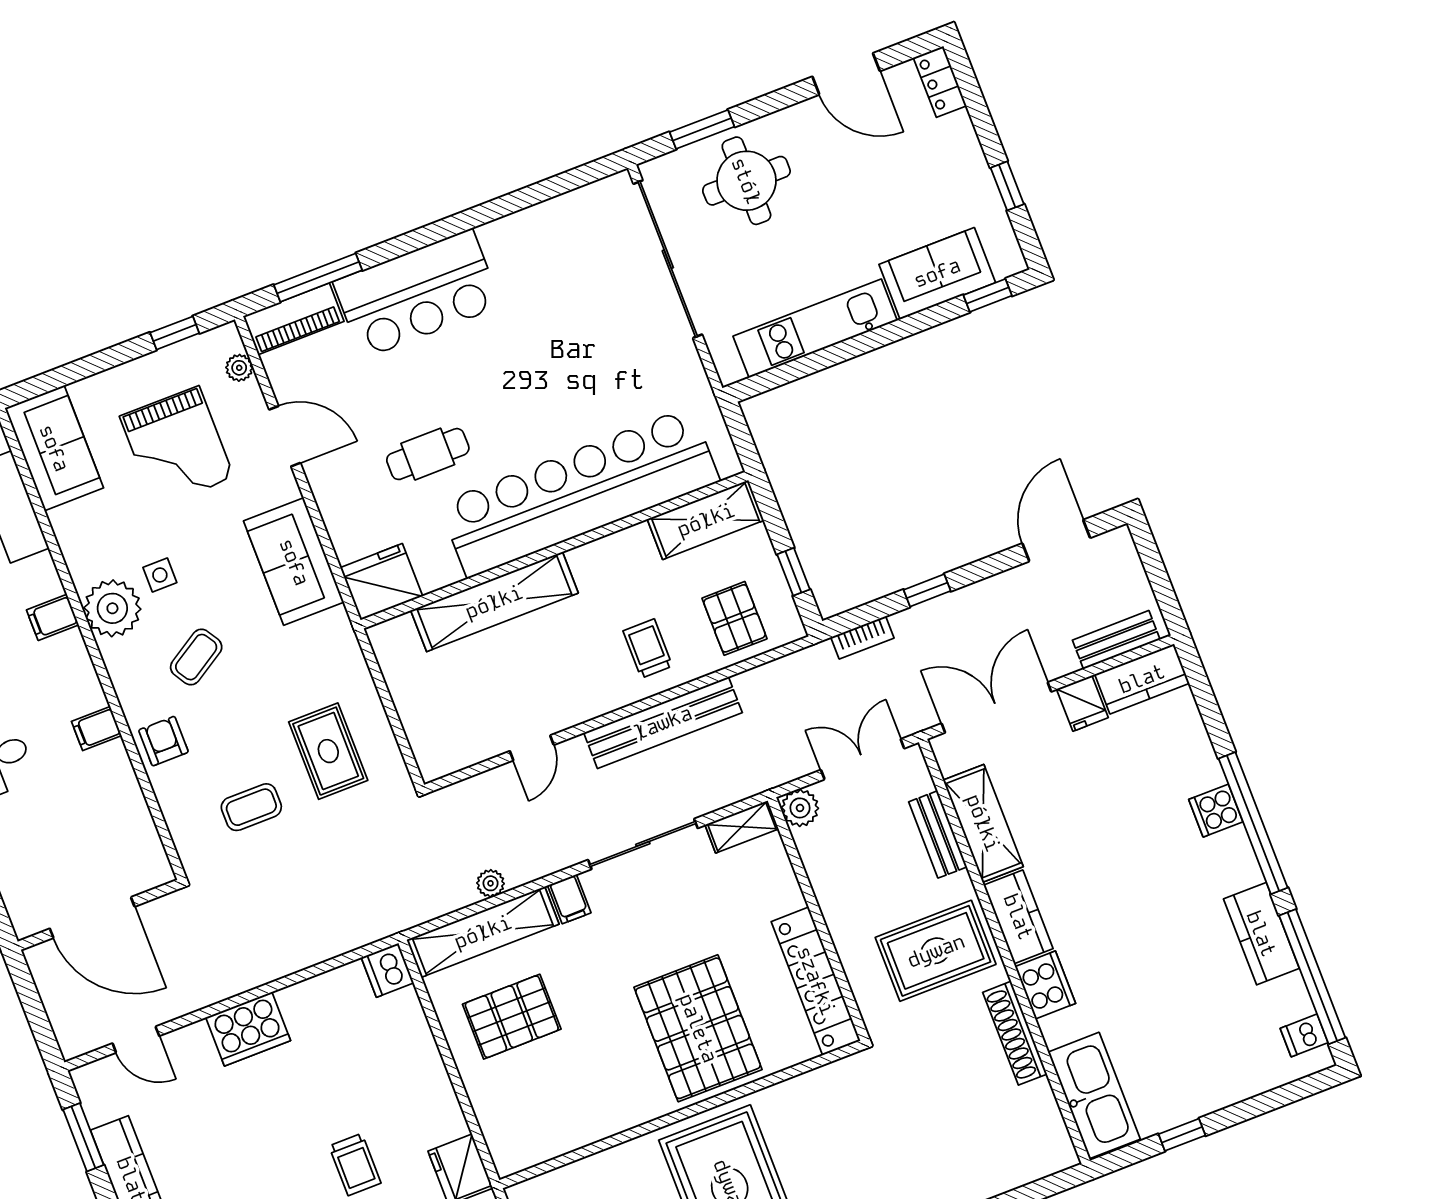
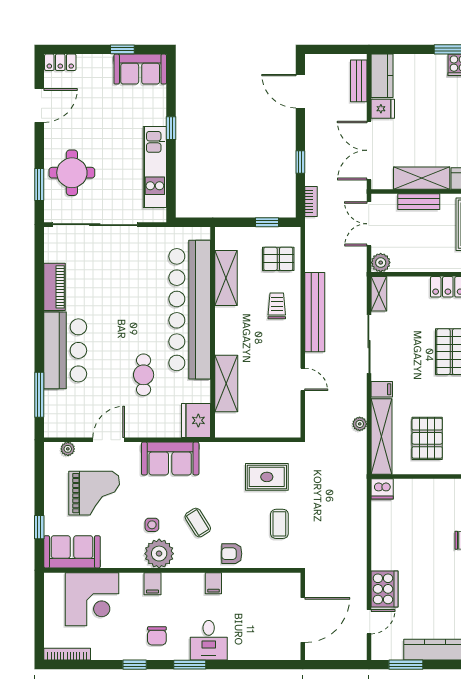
sofa: (937, 273) -> (140, 69), moved, turned -90
window: (988, 295) -> (171, 128), moved
piano: (294, 319) -> (54, 287), moved
window: (175, 333) -> (39, 527), moved
shelving: (706, 520) -> (226, 278), moved
shelving: (494, 602) -> (226, 383), width x0.68
trolley: (648, 649) -> (277, 306), turned 90
cooker: (248, 1029) -> (385, 589), moved

